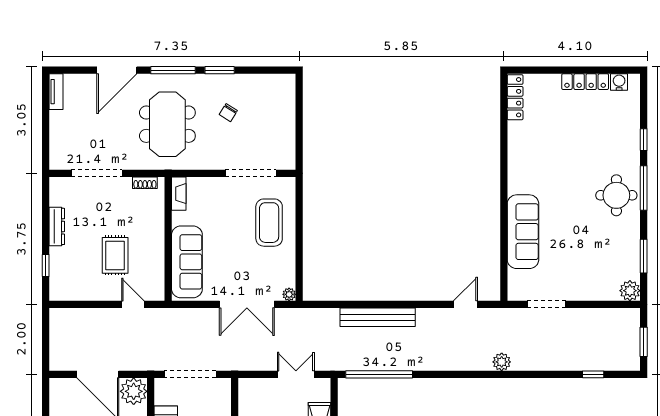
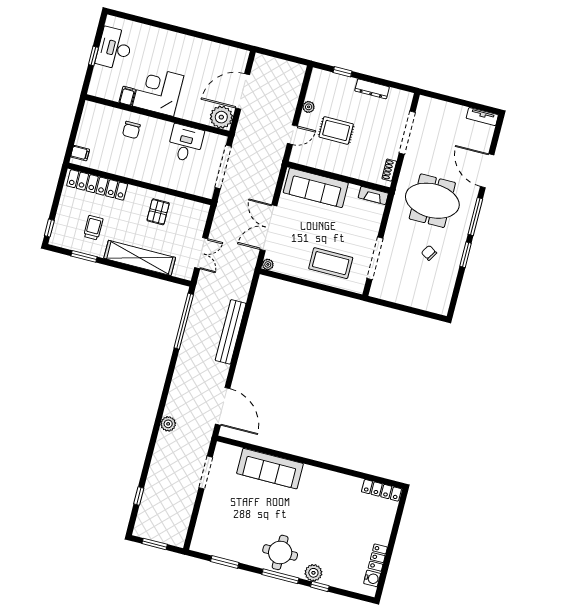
locker: (585, 82) -> (378, 558), width x0.66
plant: (630, 291) -> (313, 573), moved
plant: (96, 294) -> (309, 107), added
door: (465, 304) -> (223, 406), width x1.88

